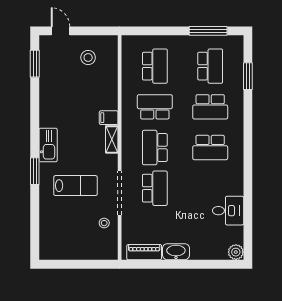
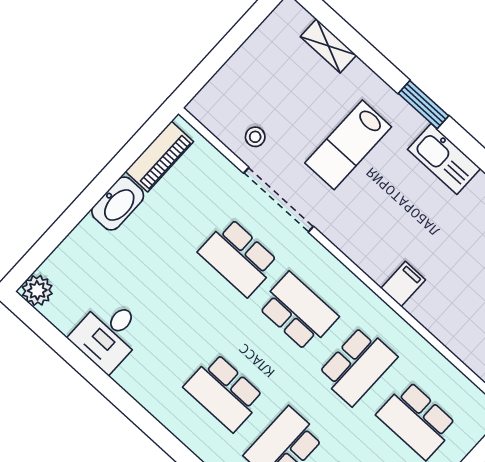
shelving: (112, 139) -> (328, 46), moved
school desk: (210, 148) -> (224, 392), turned -90

